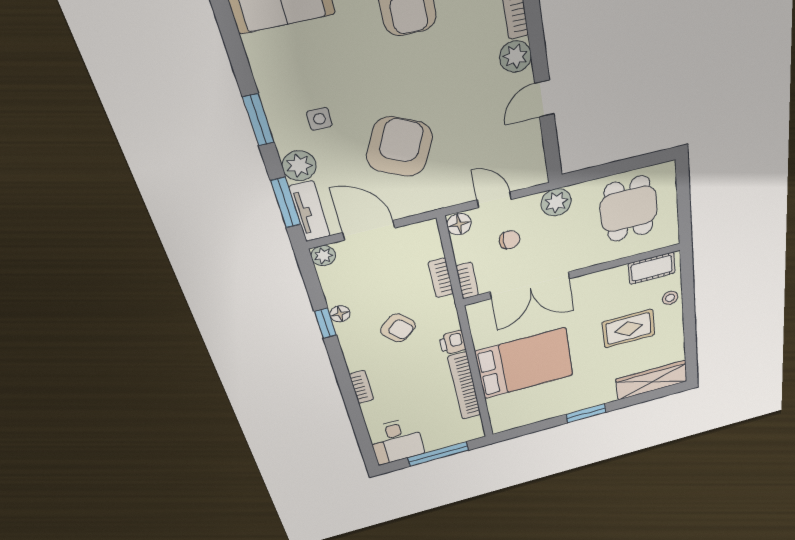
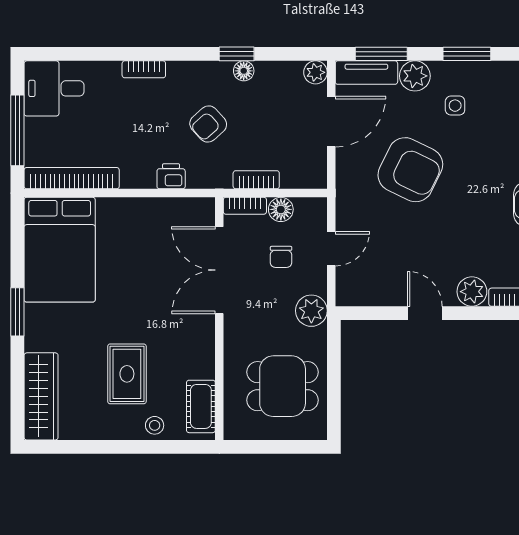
floor lamp: (459, 224) -> (281, 209), moved
bed: (525, 363) -> (60, 250), moved
bookcase: (464, 386) -> (72, 178), moved

